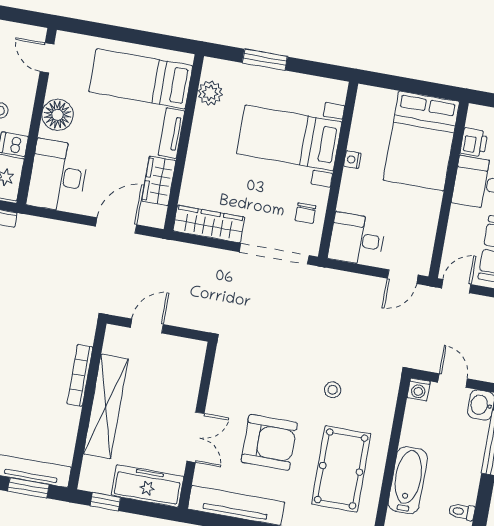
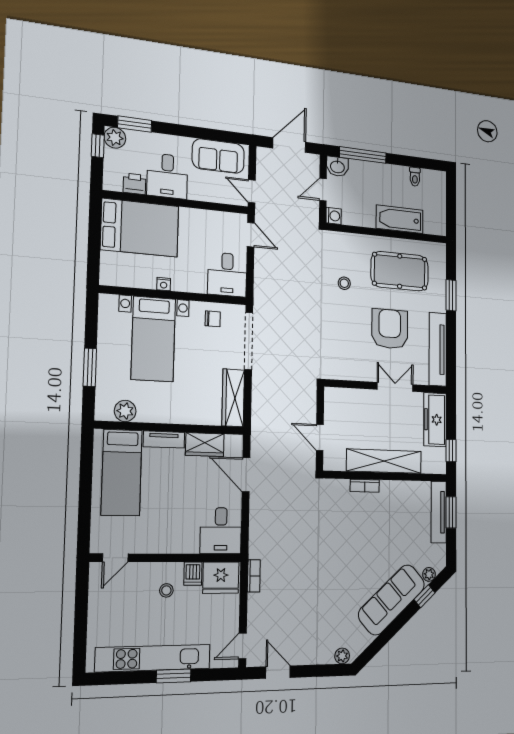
floor lamp: (57, 115) -> (163, 540), removed
desk: (58, 176) -> (221, 531), width x0.73
bookcase: (80, 375) -> (365, 486), width x0.64

